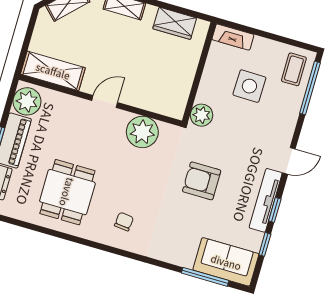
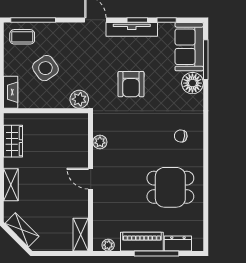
shelving: (53, 71) -> (81, 235), width x0.67, depth x0.75
side table: (249, 86) -> (45, 68), turned -36
plant: (27, 101) -> (108, 245), width x0.53, depth x0.53
plant: (142, 132) -> (100, 142), width x0.53, depth x0.53
floor lamp: (182, 253) -> (192, 83), added

